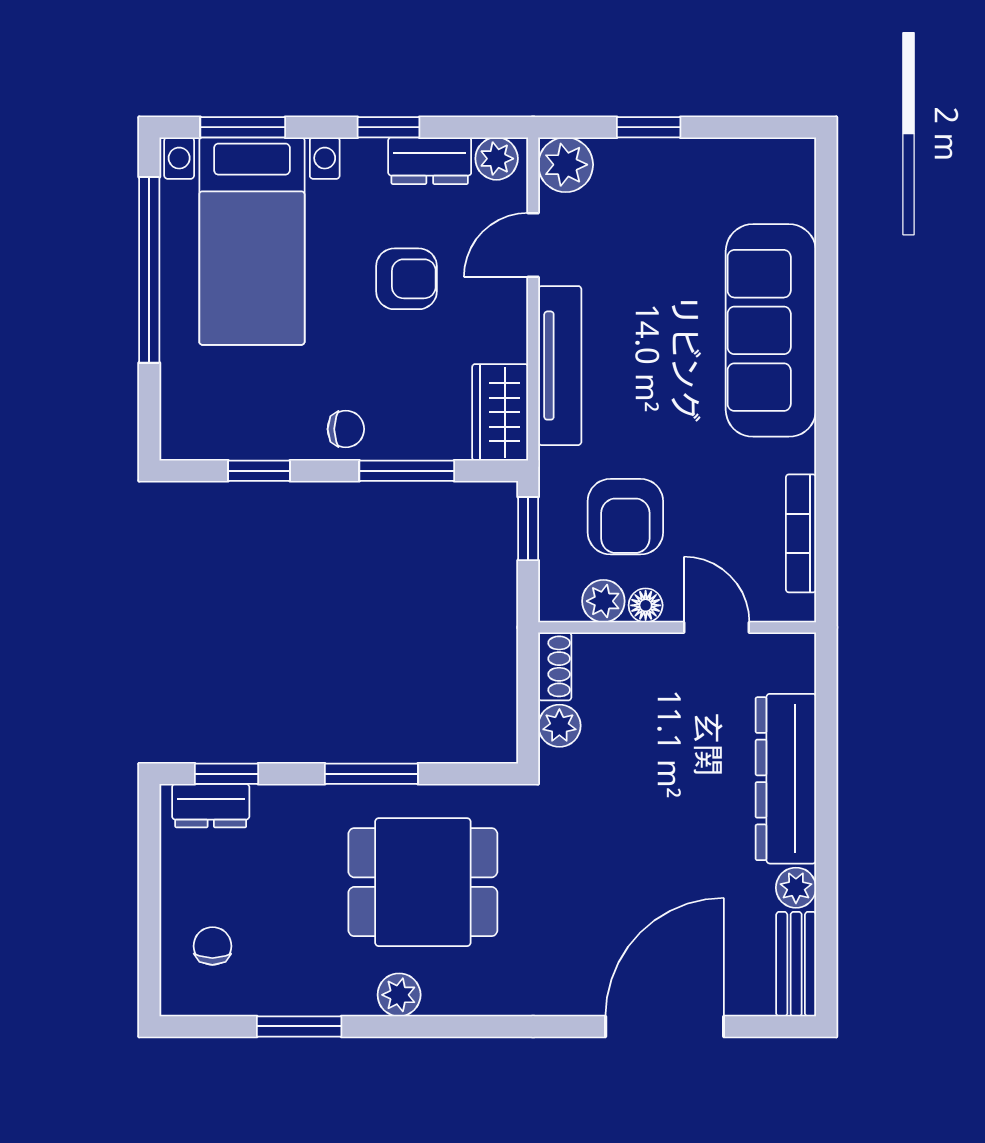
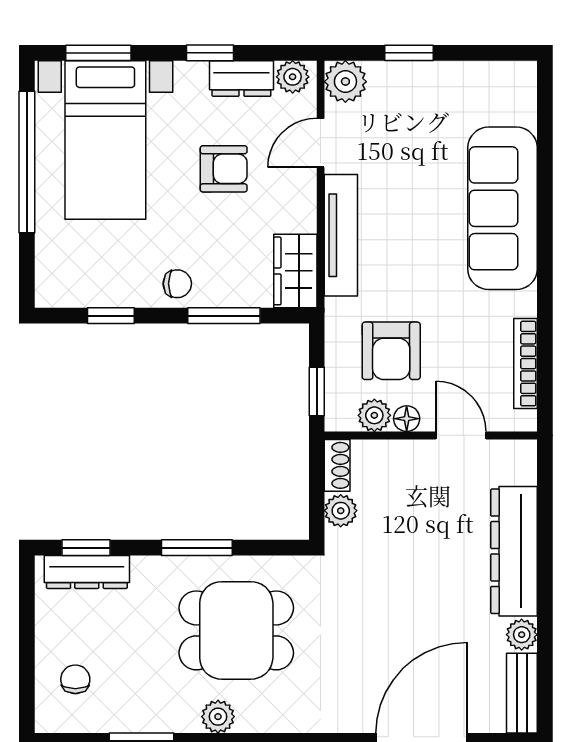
window: (528, 529) -> (317, 392), moved
dresser: (211, 806) -> (87, 572), width x1.44

